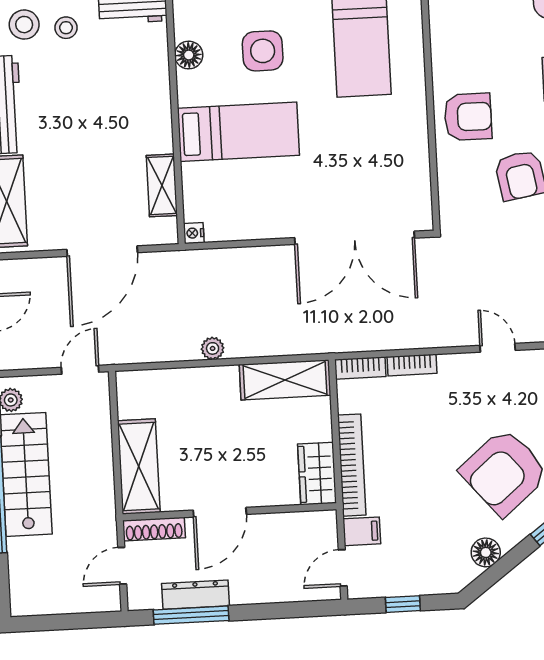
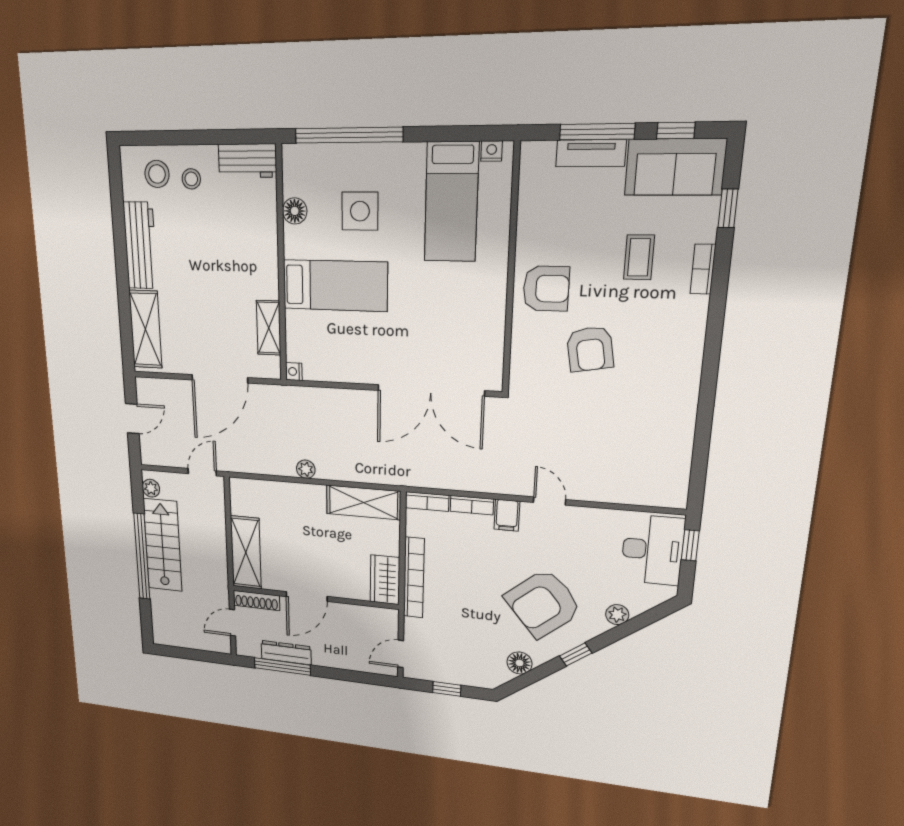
filing cabinet: (362, 531) -> (507, 515), moved, turned 90

